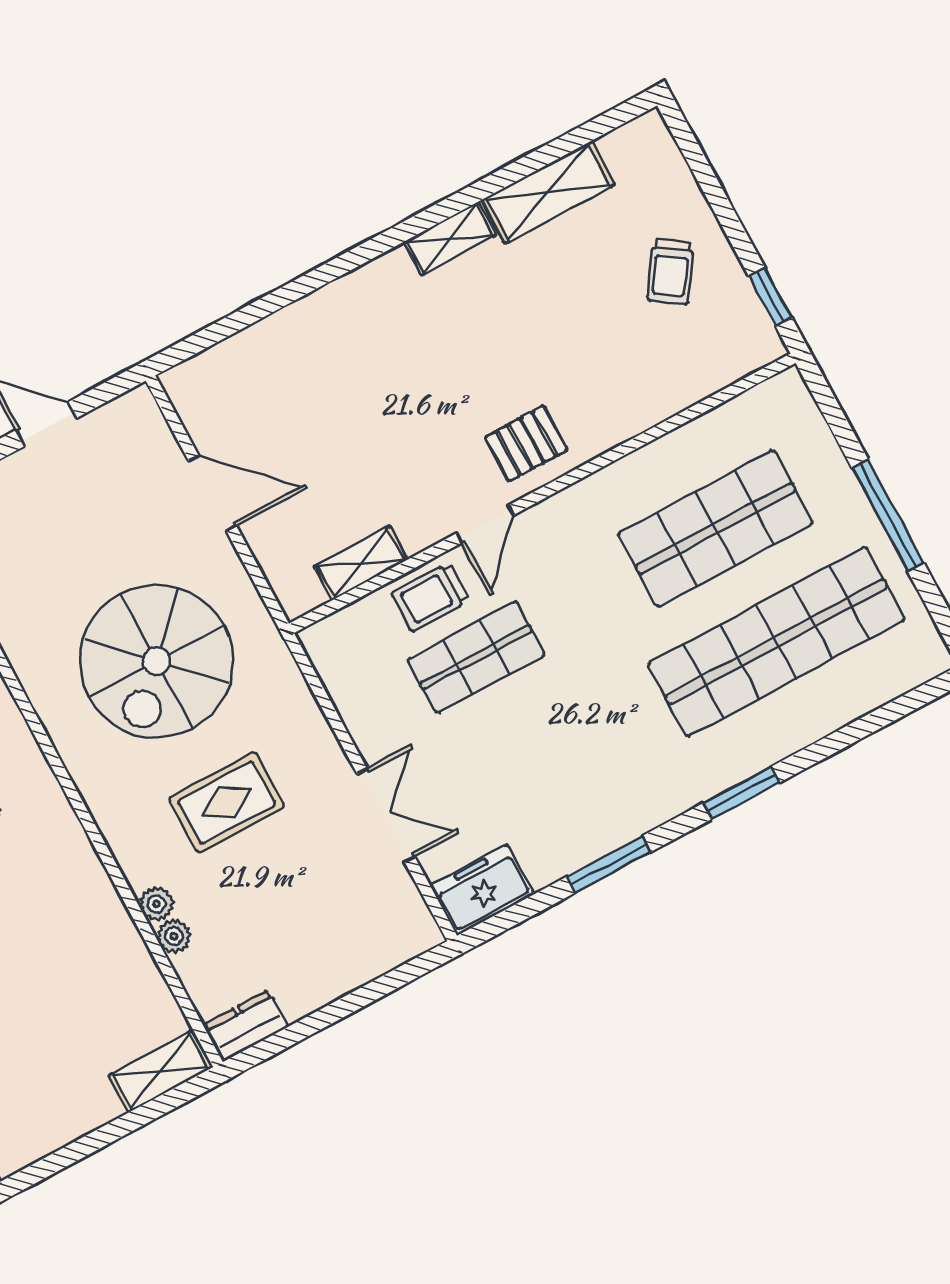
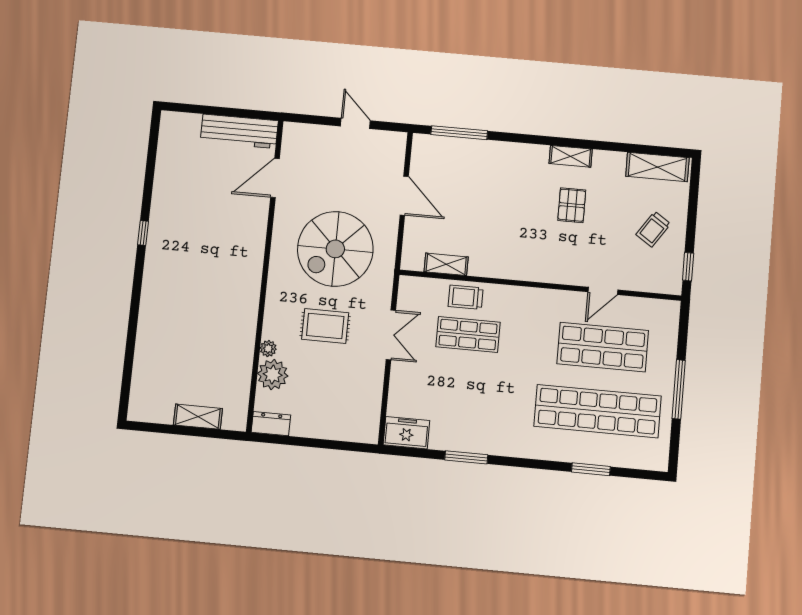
shelving: (548, 192) -> (657, 167), moved
window: (234, 323) -> (459, 133), added
pallet: (526, 444) -> (572, 205), moved, turned 90
door: (485, 524) -> (603, 291), moved
window: (741, 793) -> (591, 469), moved
double door: (386, 815) -> (391, 335), moved
plant: (174, 936) -> (273, 375), width x1.87, depth x1.87
shelving: (160, 1072) -> (198, 417), moved

